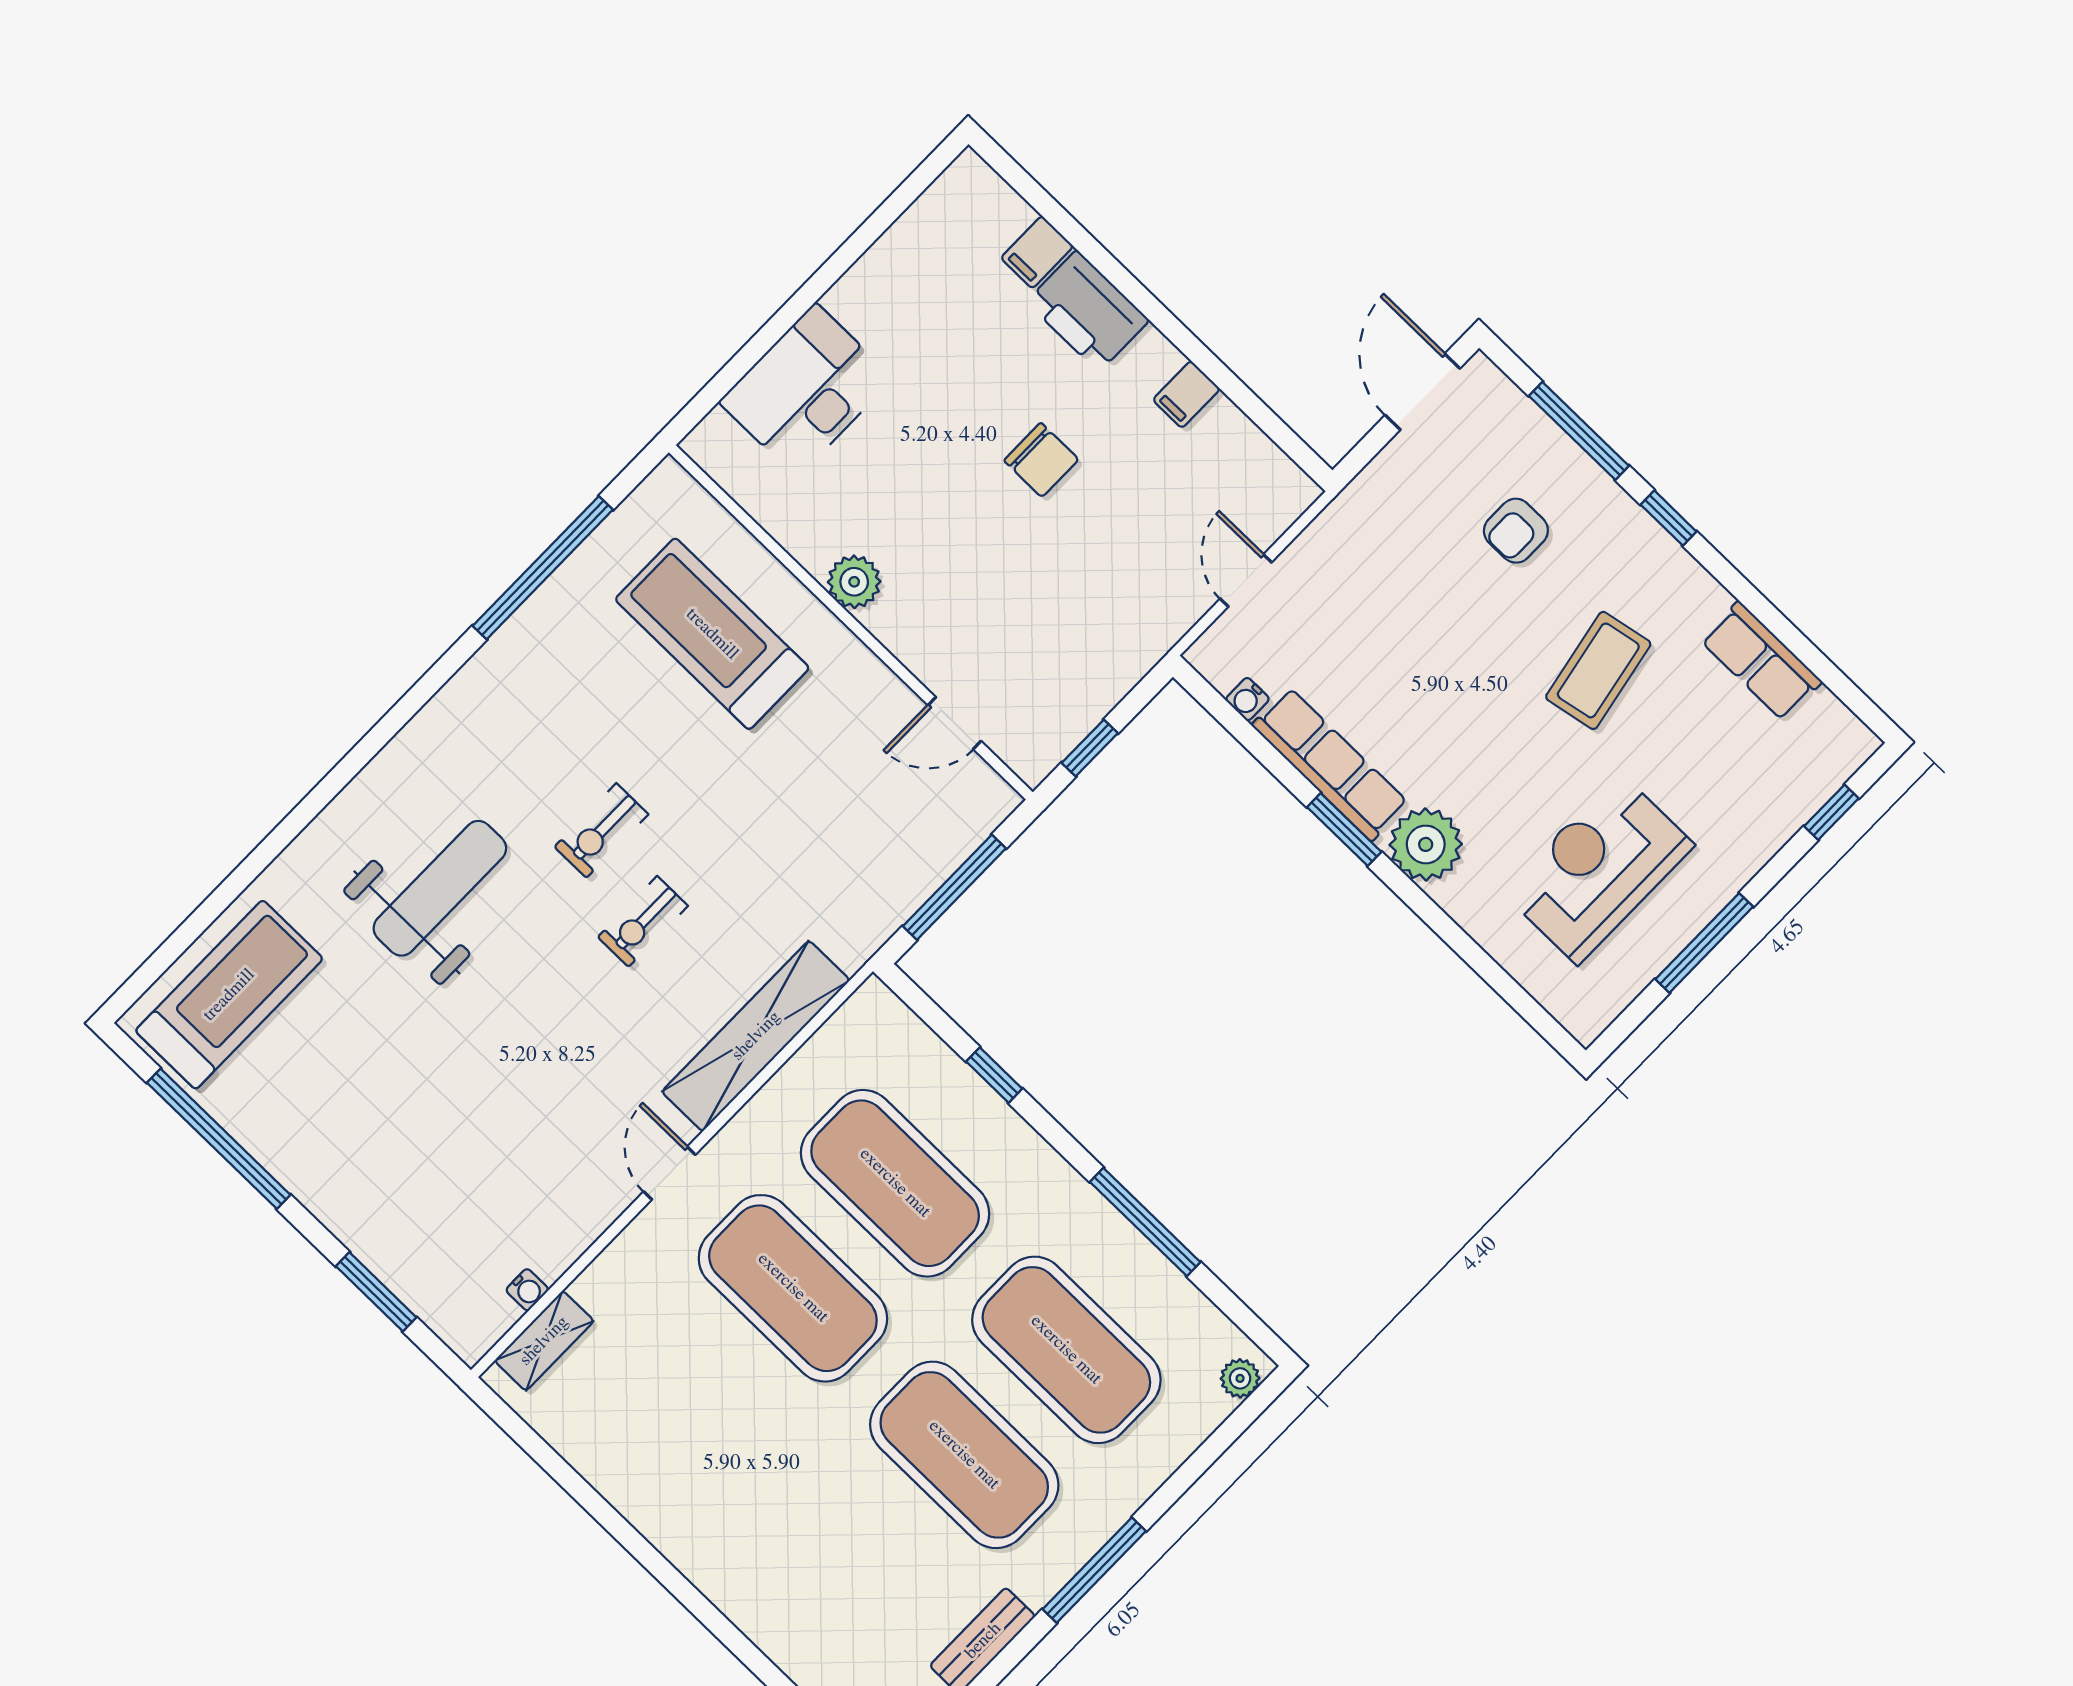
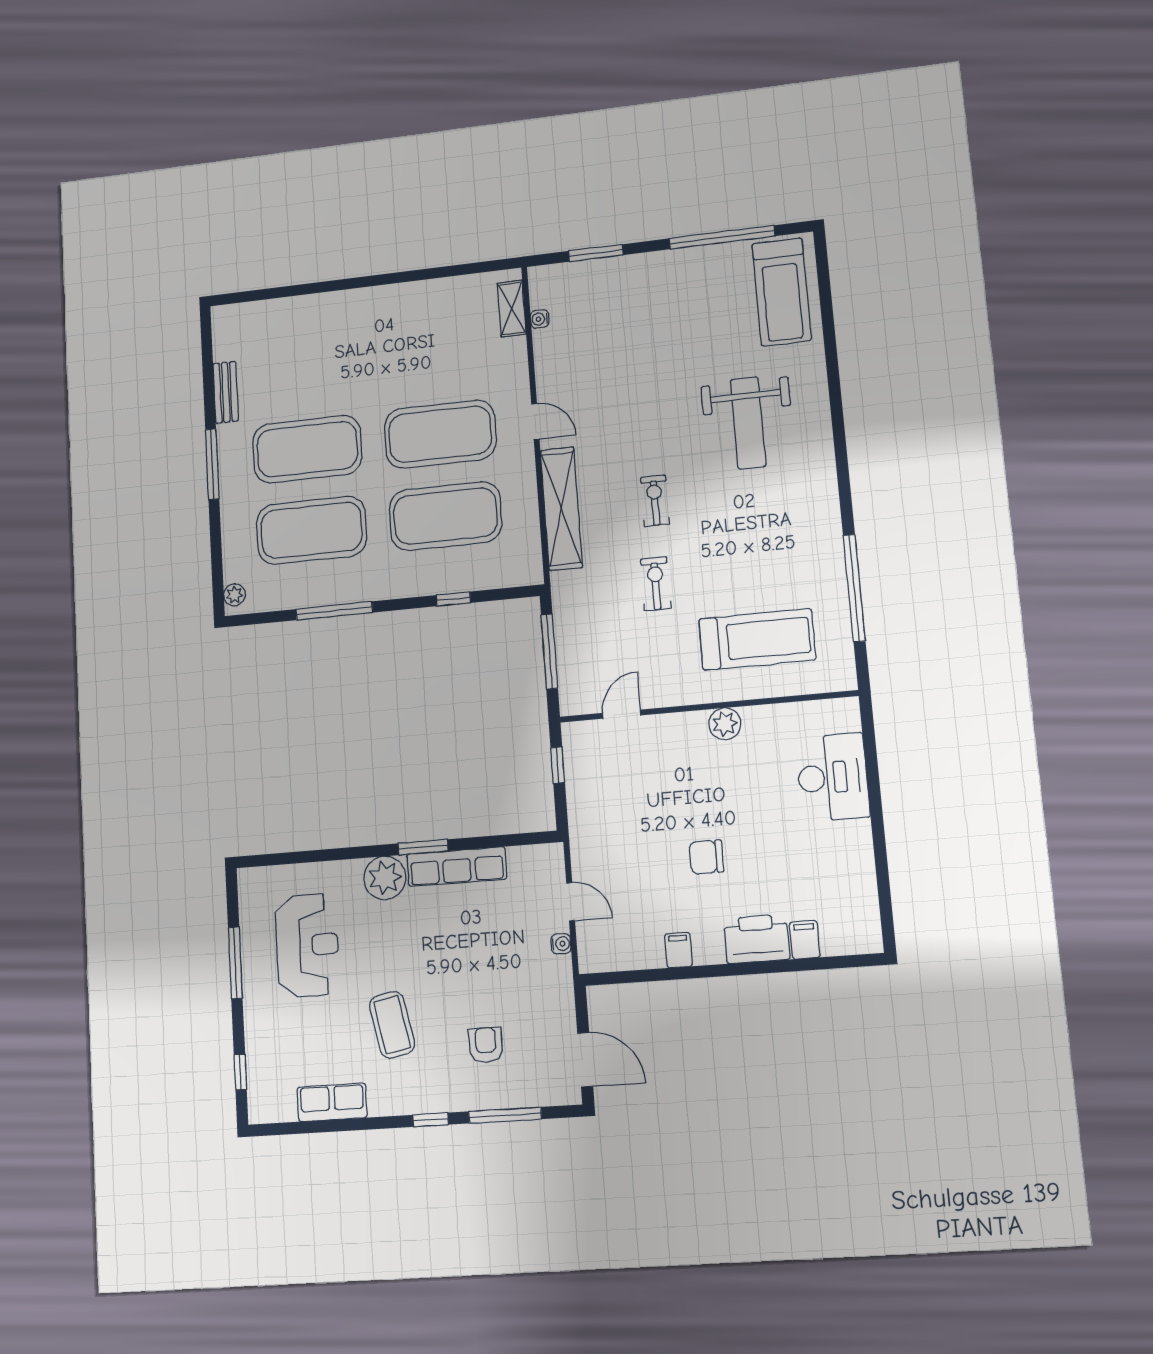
water cooler: (1247, 699) -> (561, 944), moved, turned 90
exercise bike: (601, 831) -> (656, 584), moved

